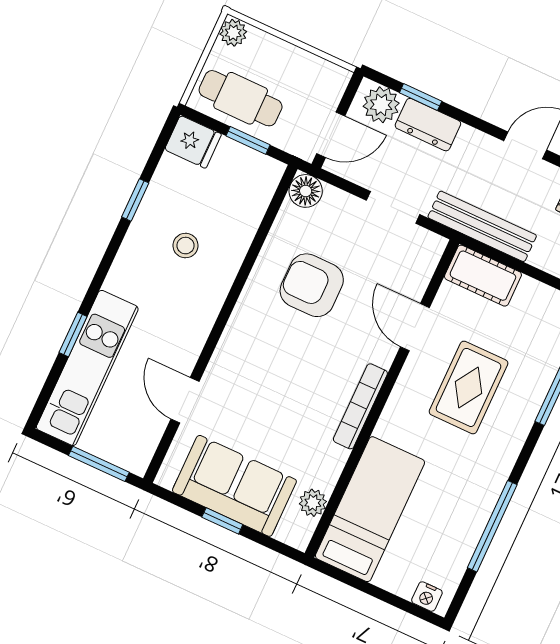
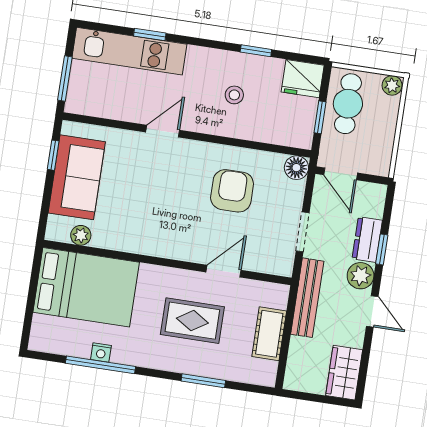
window: (421, 97) -> (382, 249), moved
plant: (381, 105) -> (361, 276), moved
fridge: (193, 142) -> (303, 79), width x1.38
cot: (483, 276) -> (269, 334), moved
door: (185, 400) -> (163, 131), moved
bookcase: (360, 406) -> (157, 249), removed
bed: (370, 509) -> (86, 287), width x1.50
window: (222, 521) -> (53, 155), moved
nightstand: (427, 597) -> (101, 352), moved, turned -90

